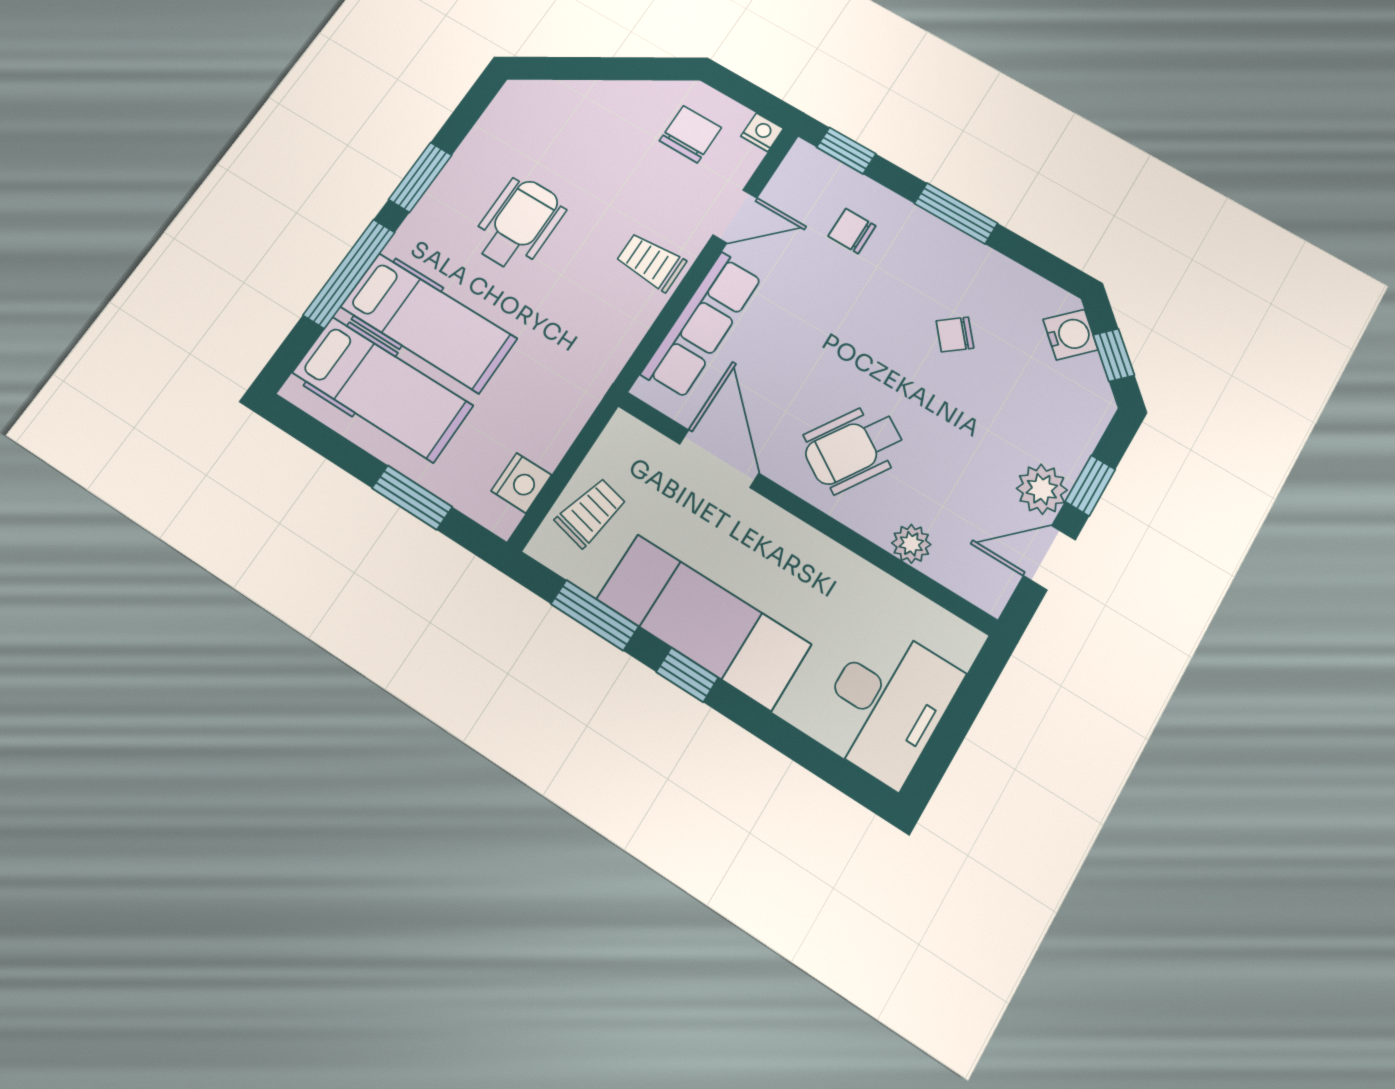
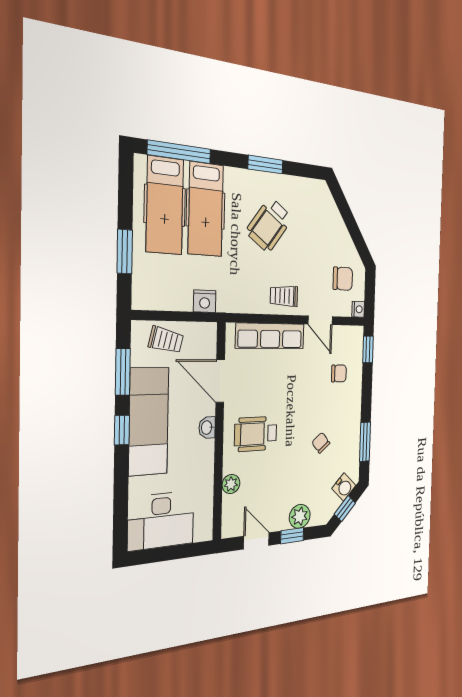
window: (956, 213) -> (365, 442), moved
wheelchair: (519, 224) -> (269, 225), turned 126
chair: (852, 231) -> (339, 373), turned 90
trolley: (651, 262) -> (284, 296), turned -90
window: (349, 274) -> (179, 152), moved
wheelchair: (854, 448) -> (256, 434), turned -32
door: (719, 459) -> (220, 381), swing flipped
nightstand: (521, 483) -> (205, 301), moved
plant: (1042, 489) -> (300, 516), moved
washbasin: (782, 528) -> (207, 428), added

